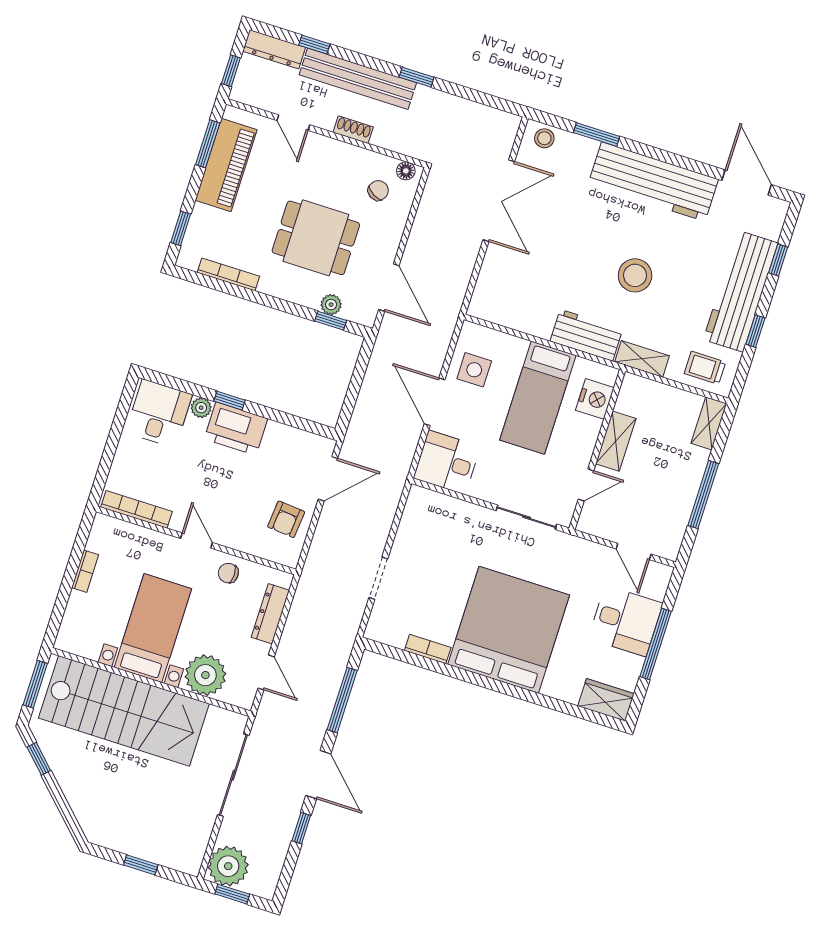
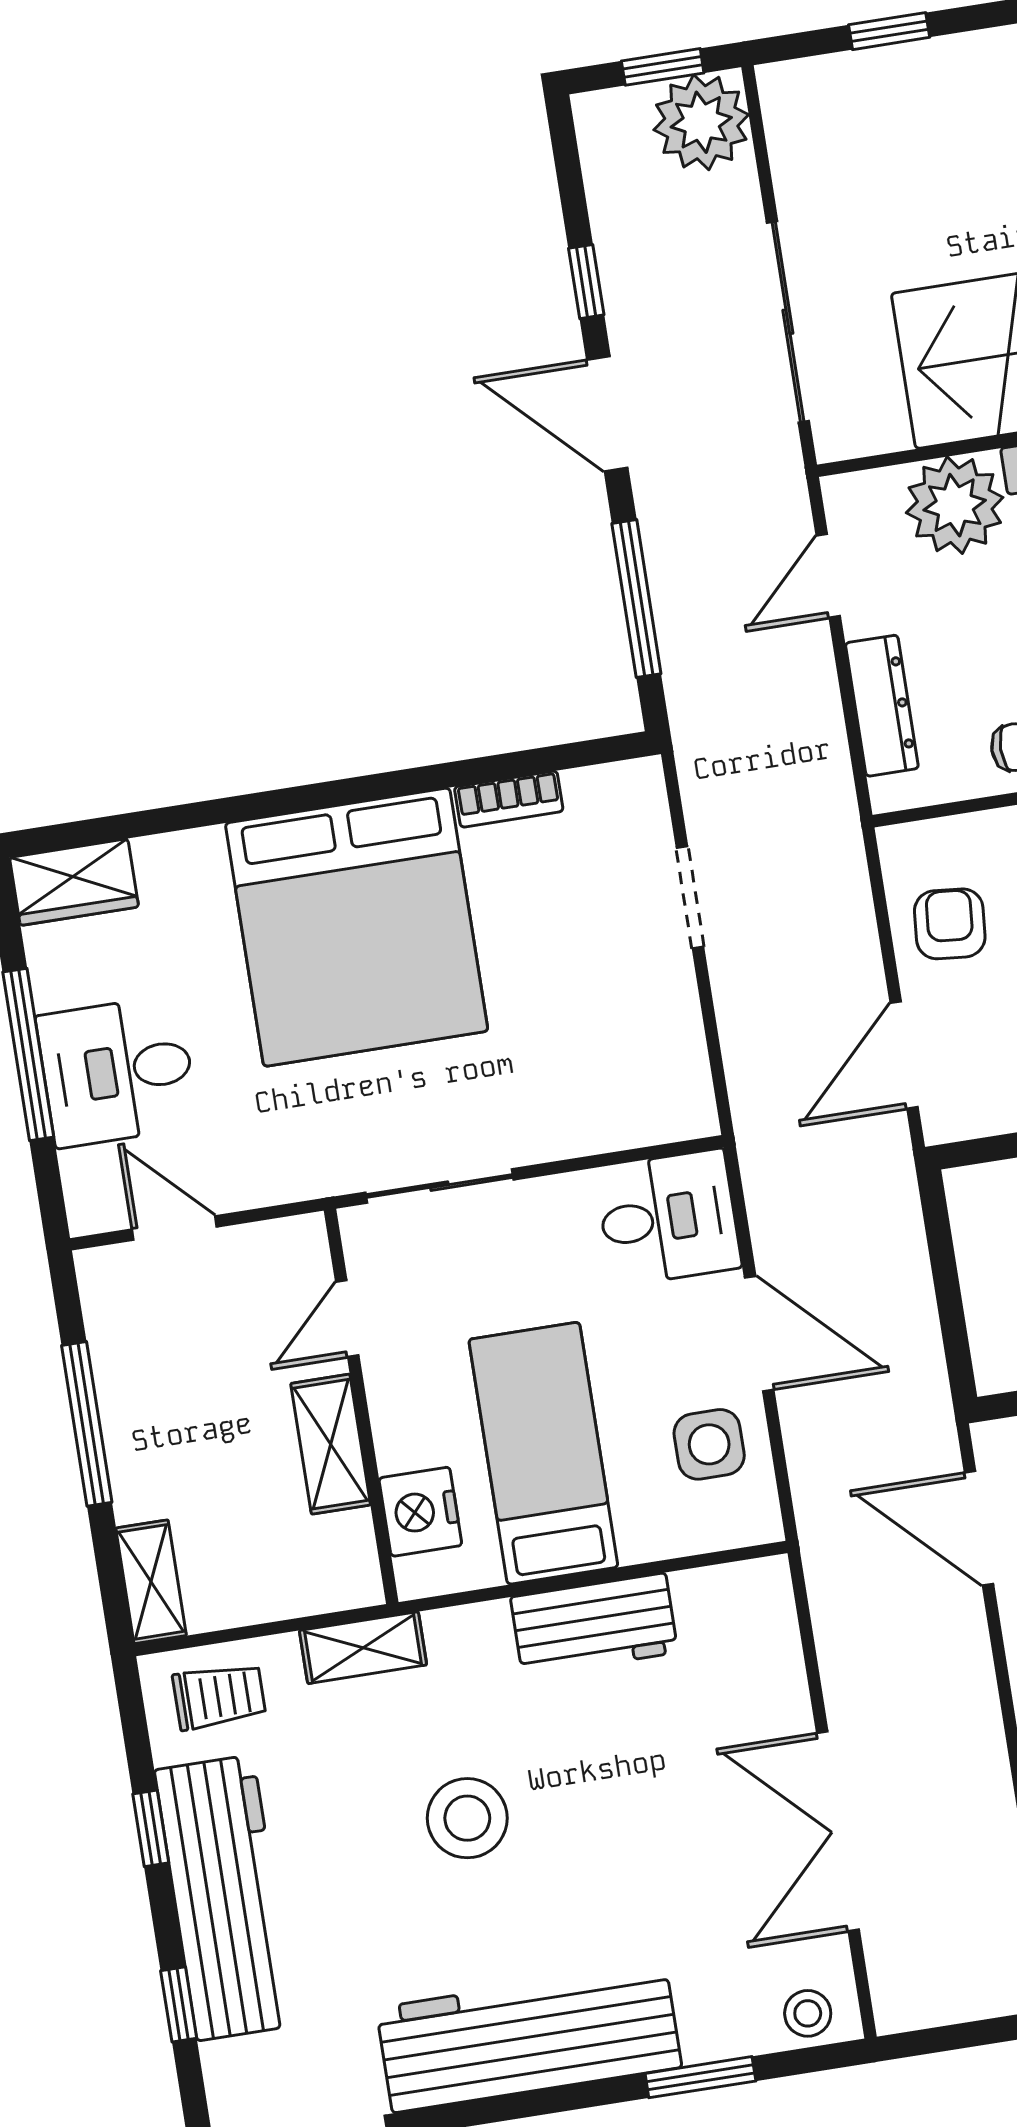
workbench: (586, 335) -> (594, 1625), moved
door: (266, 672) -> (828, 576), hinge flipped

